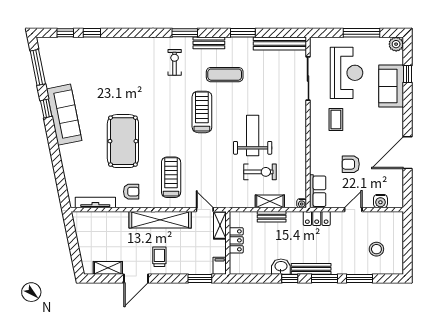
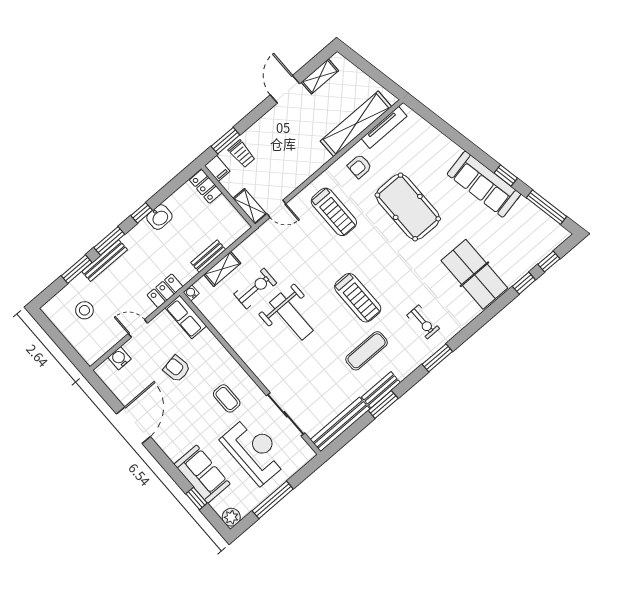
bench: (209, 43) -> (381, 390), moved
table tennis table: (118, 64) -> (474, 274), added
reception desk: (346, 73) -> (254, 450), turned 180
armchair: (351, 164) -> (177, 369), turned -100
exercise bike: (260, 172) -> (255, 288), turned 180
door: (353, 210) -> (138, 328), swing flipped
shelving: (160, 220) -> (356, 124), moved
locker: (236, 240) -> (206, 186), moved
trolley: (159, 257) -> (242, 154), moved
bench: (311, 269) -> (105, 261), moved

